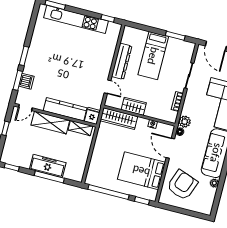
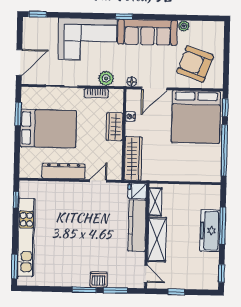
bed: (153, 56) -> (48, 129), width x1.50
dishwasher: (26, 81) -> (99, 279), moved
wardrobe: (134, 106) -> (115, 127), moved
plant: (185, 122) -> (106, 78), moved
bed: (141, 171) -> (196, 117), width x1.36

